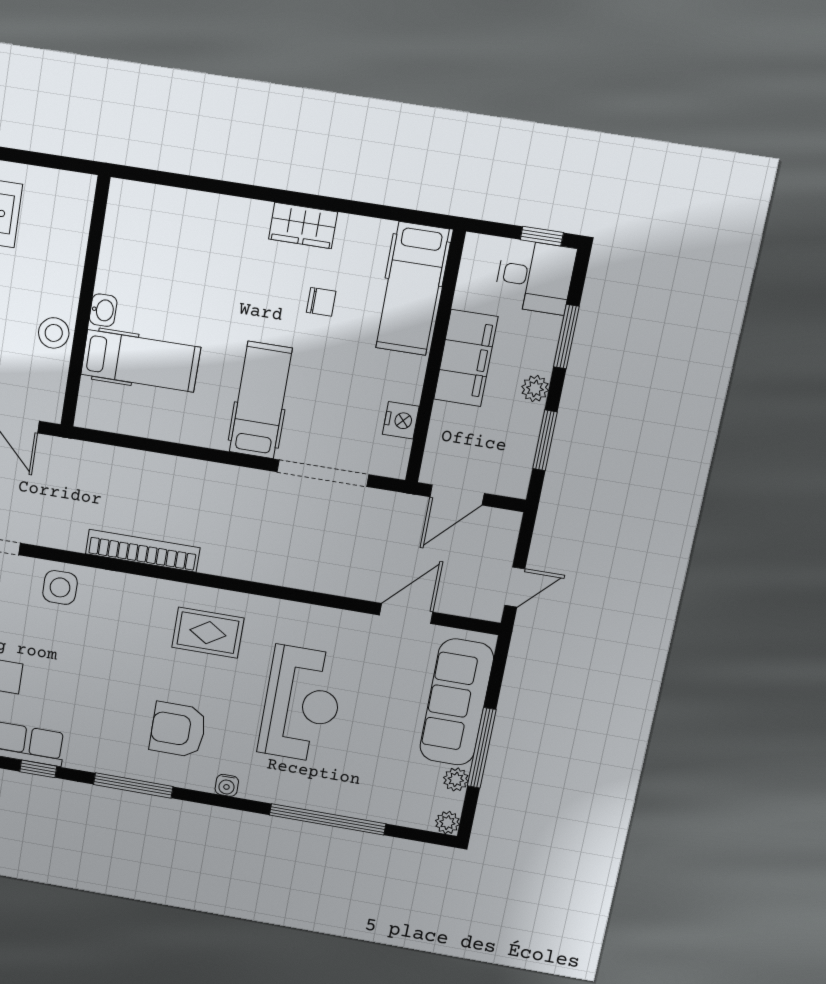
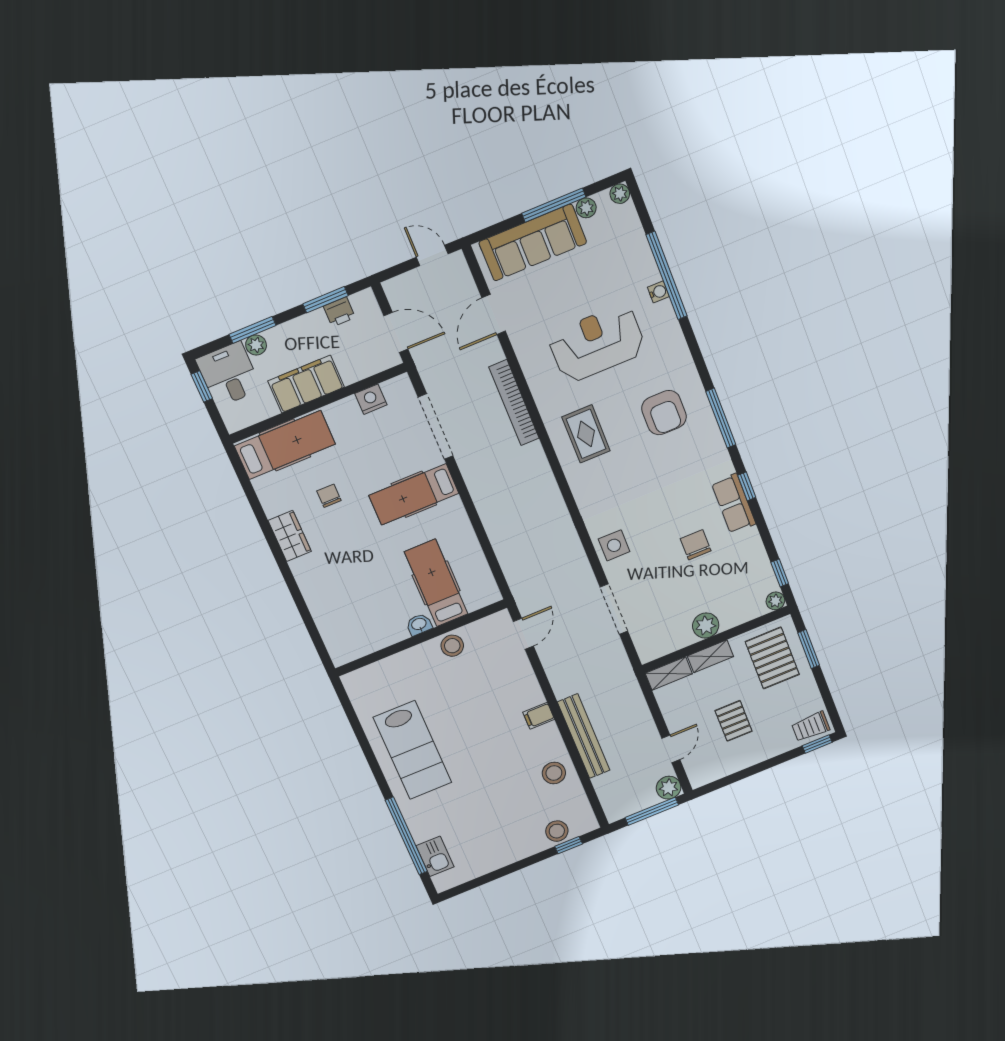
plant: (535, 389) -> (256, 345), moved
printer: (521, 447) -> (339, 312), added
bookcase: (143, 551) -> (514, 403), moved
door: (406, 614) -> (494, 314), hinge flipped
water cooler: (227, 785) -> (658, 292), moved

